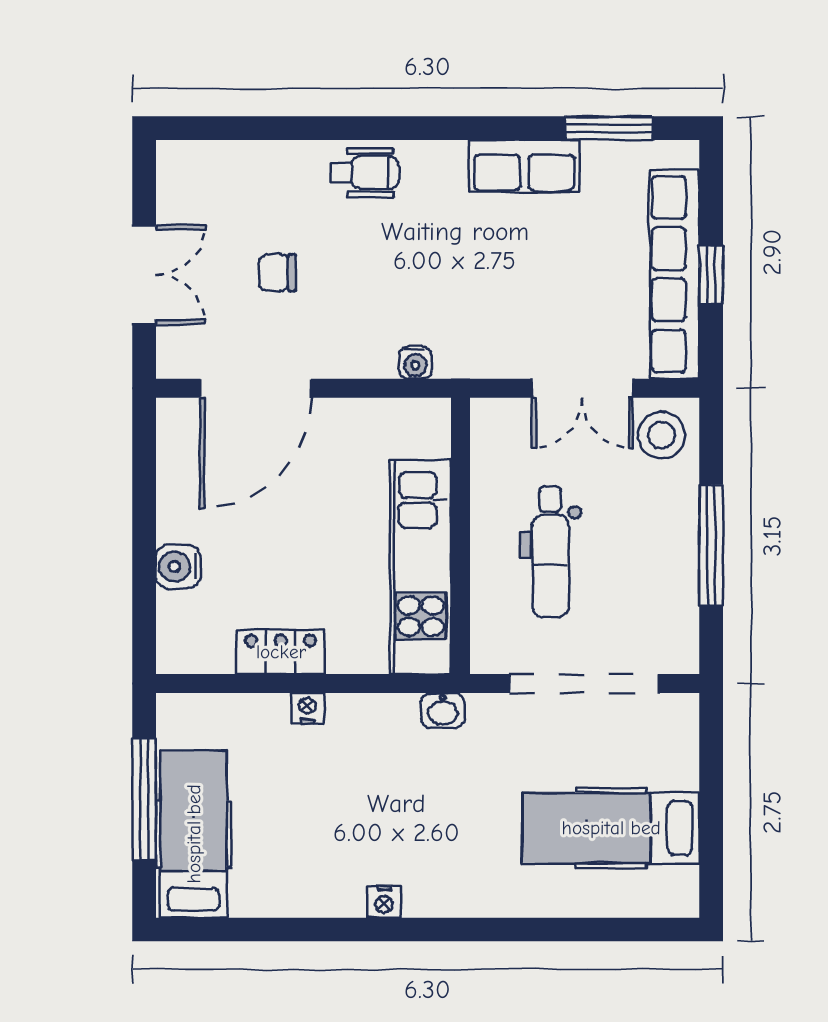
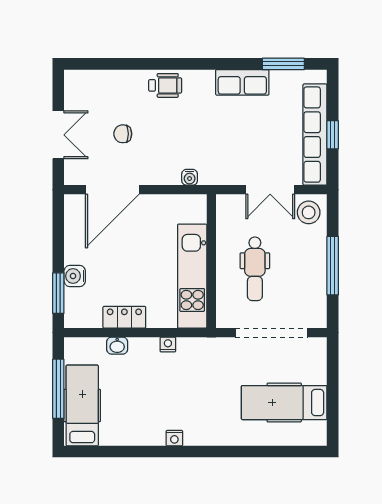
window: (144, 602) -> (58, 293), added
nightstand: (307, 708) -> (168, 344), moved
washbasin: (443, 710) -> (117, 346), moved

